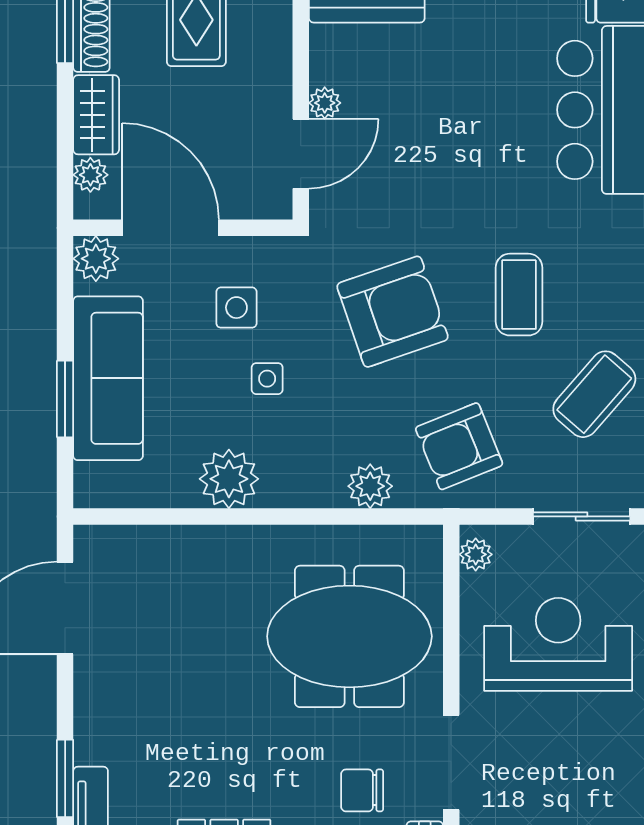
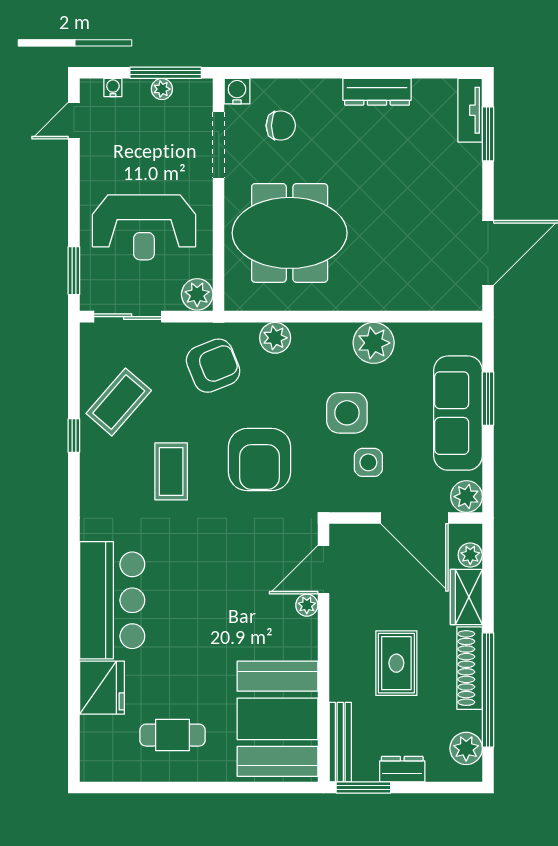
armchair: (393, 312) -> (260, 460), turned -71
side table: (267, 379) -> (347, 413), width x1.87, depth x1.87
plant: (476, 554) -> (197, 294), width x1.38, depth x1.38

